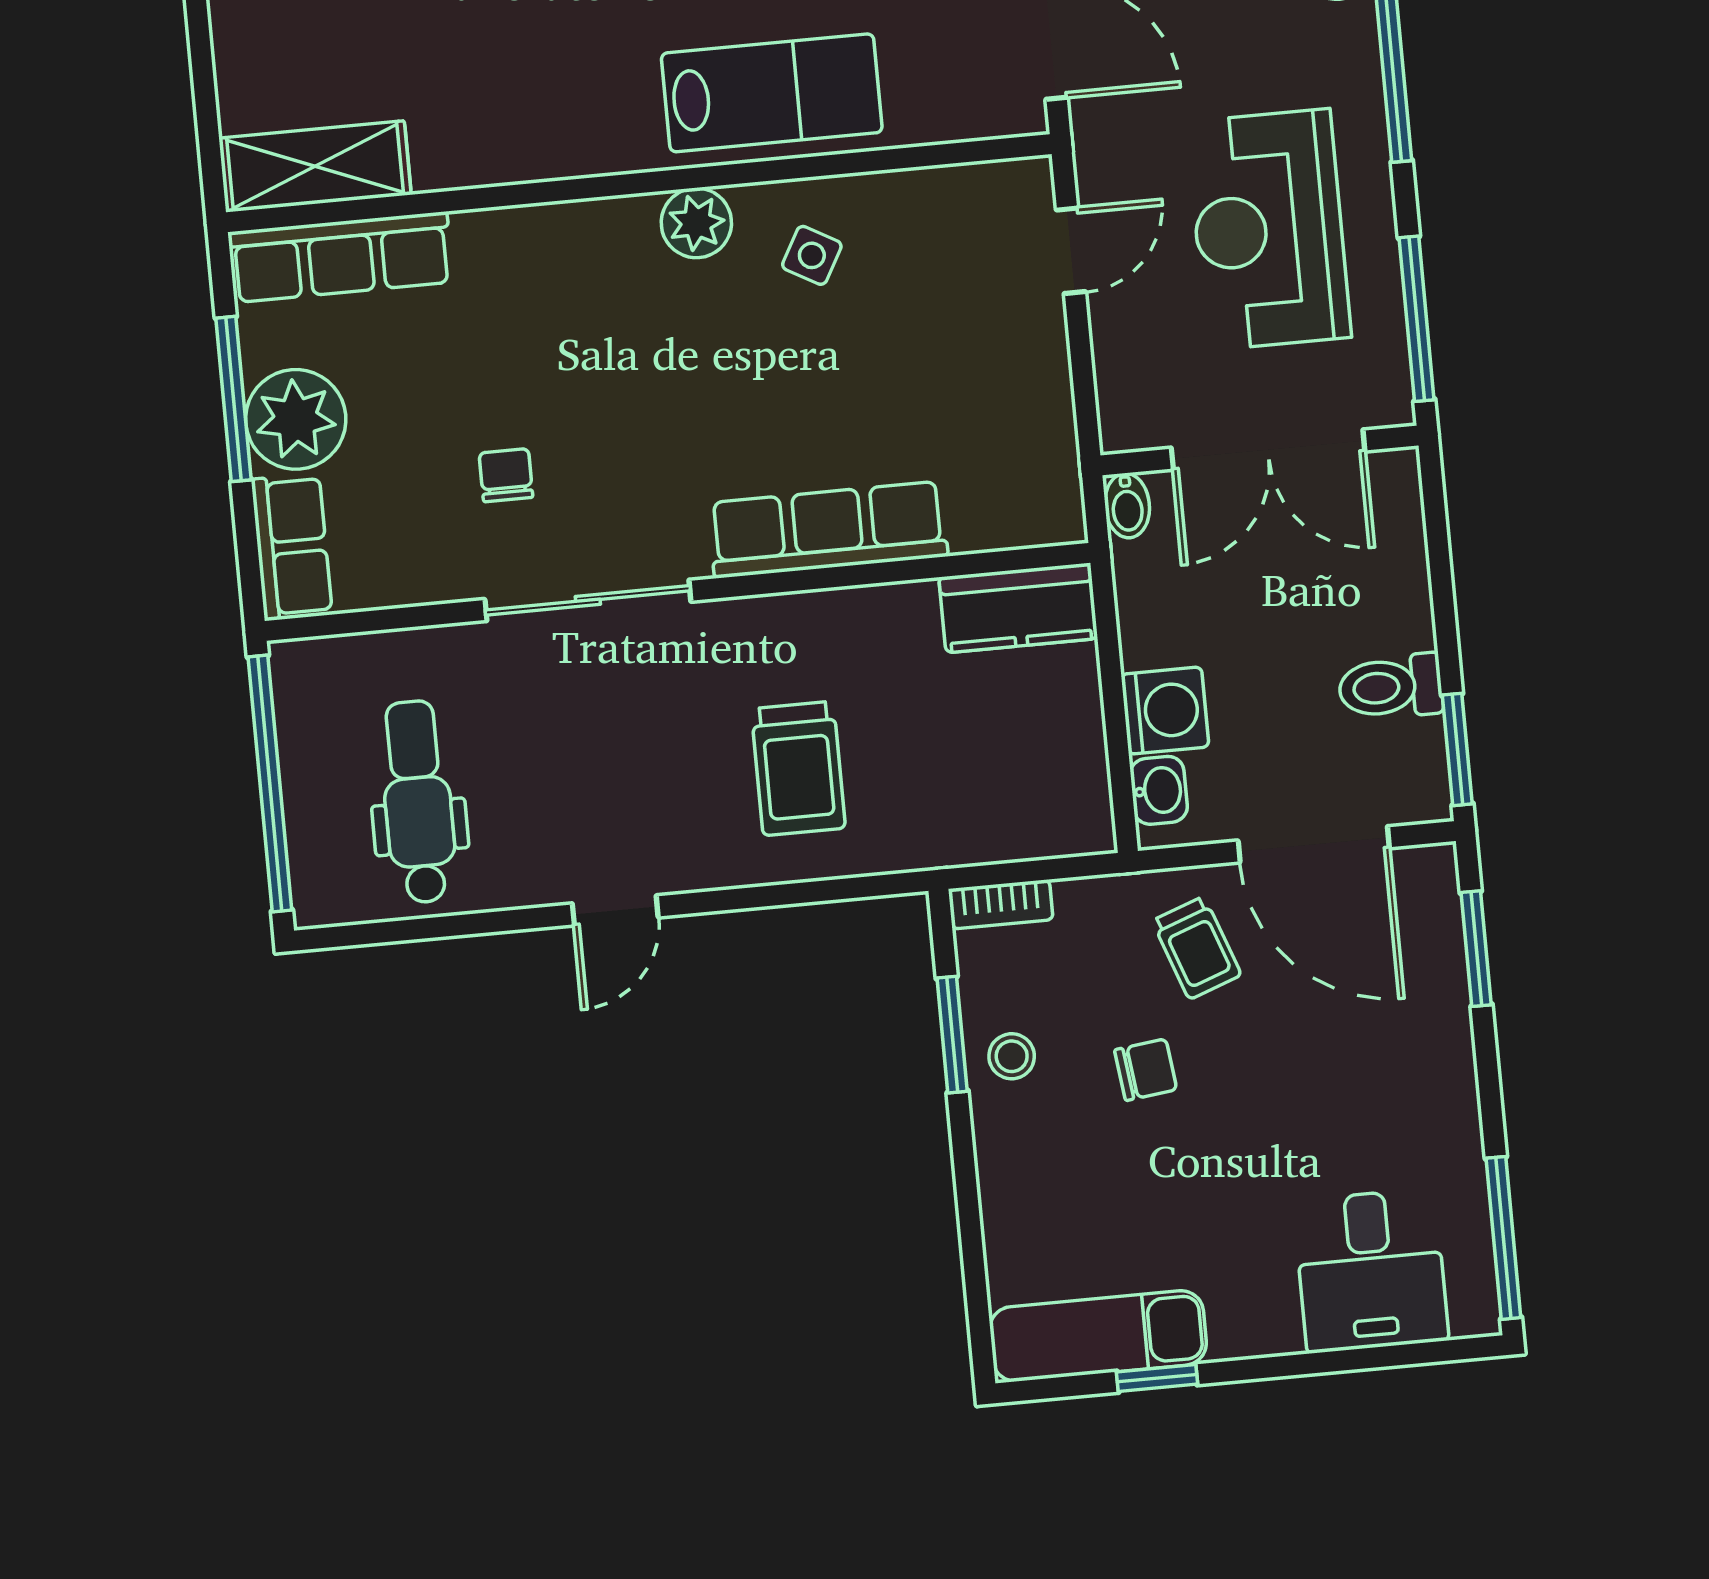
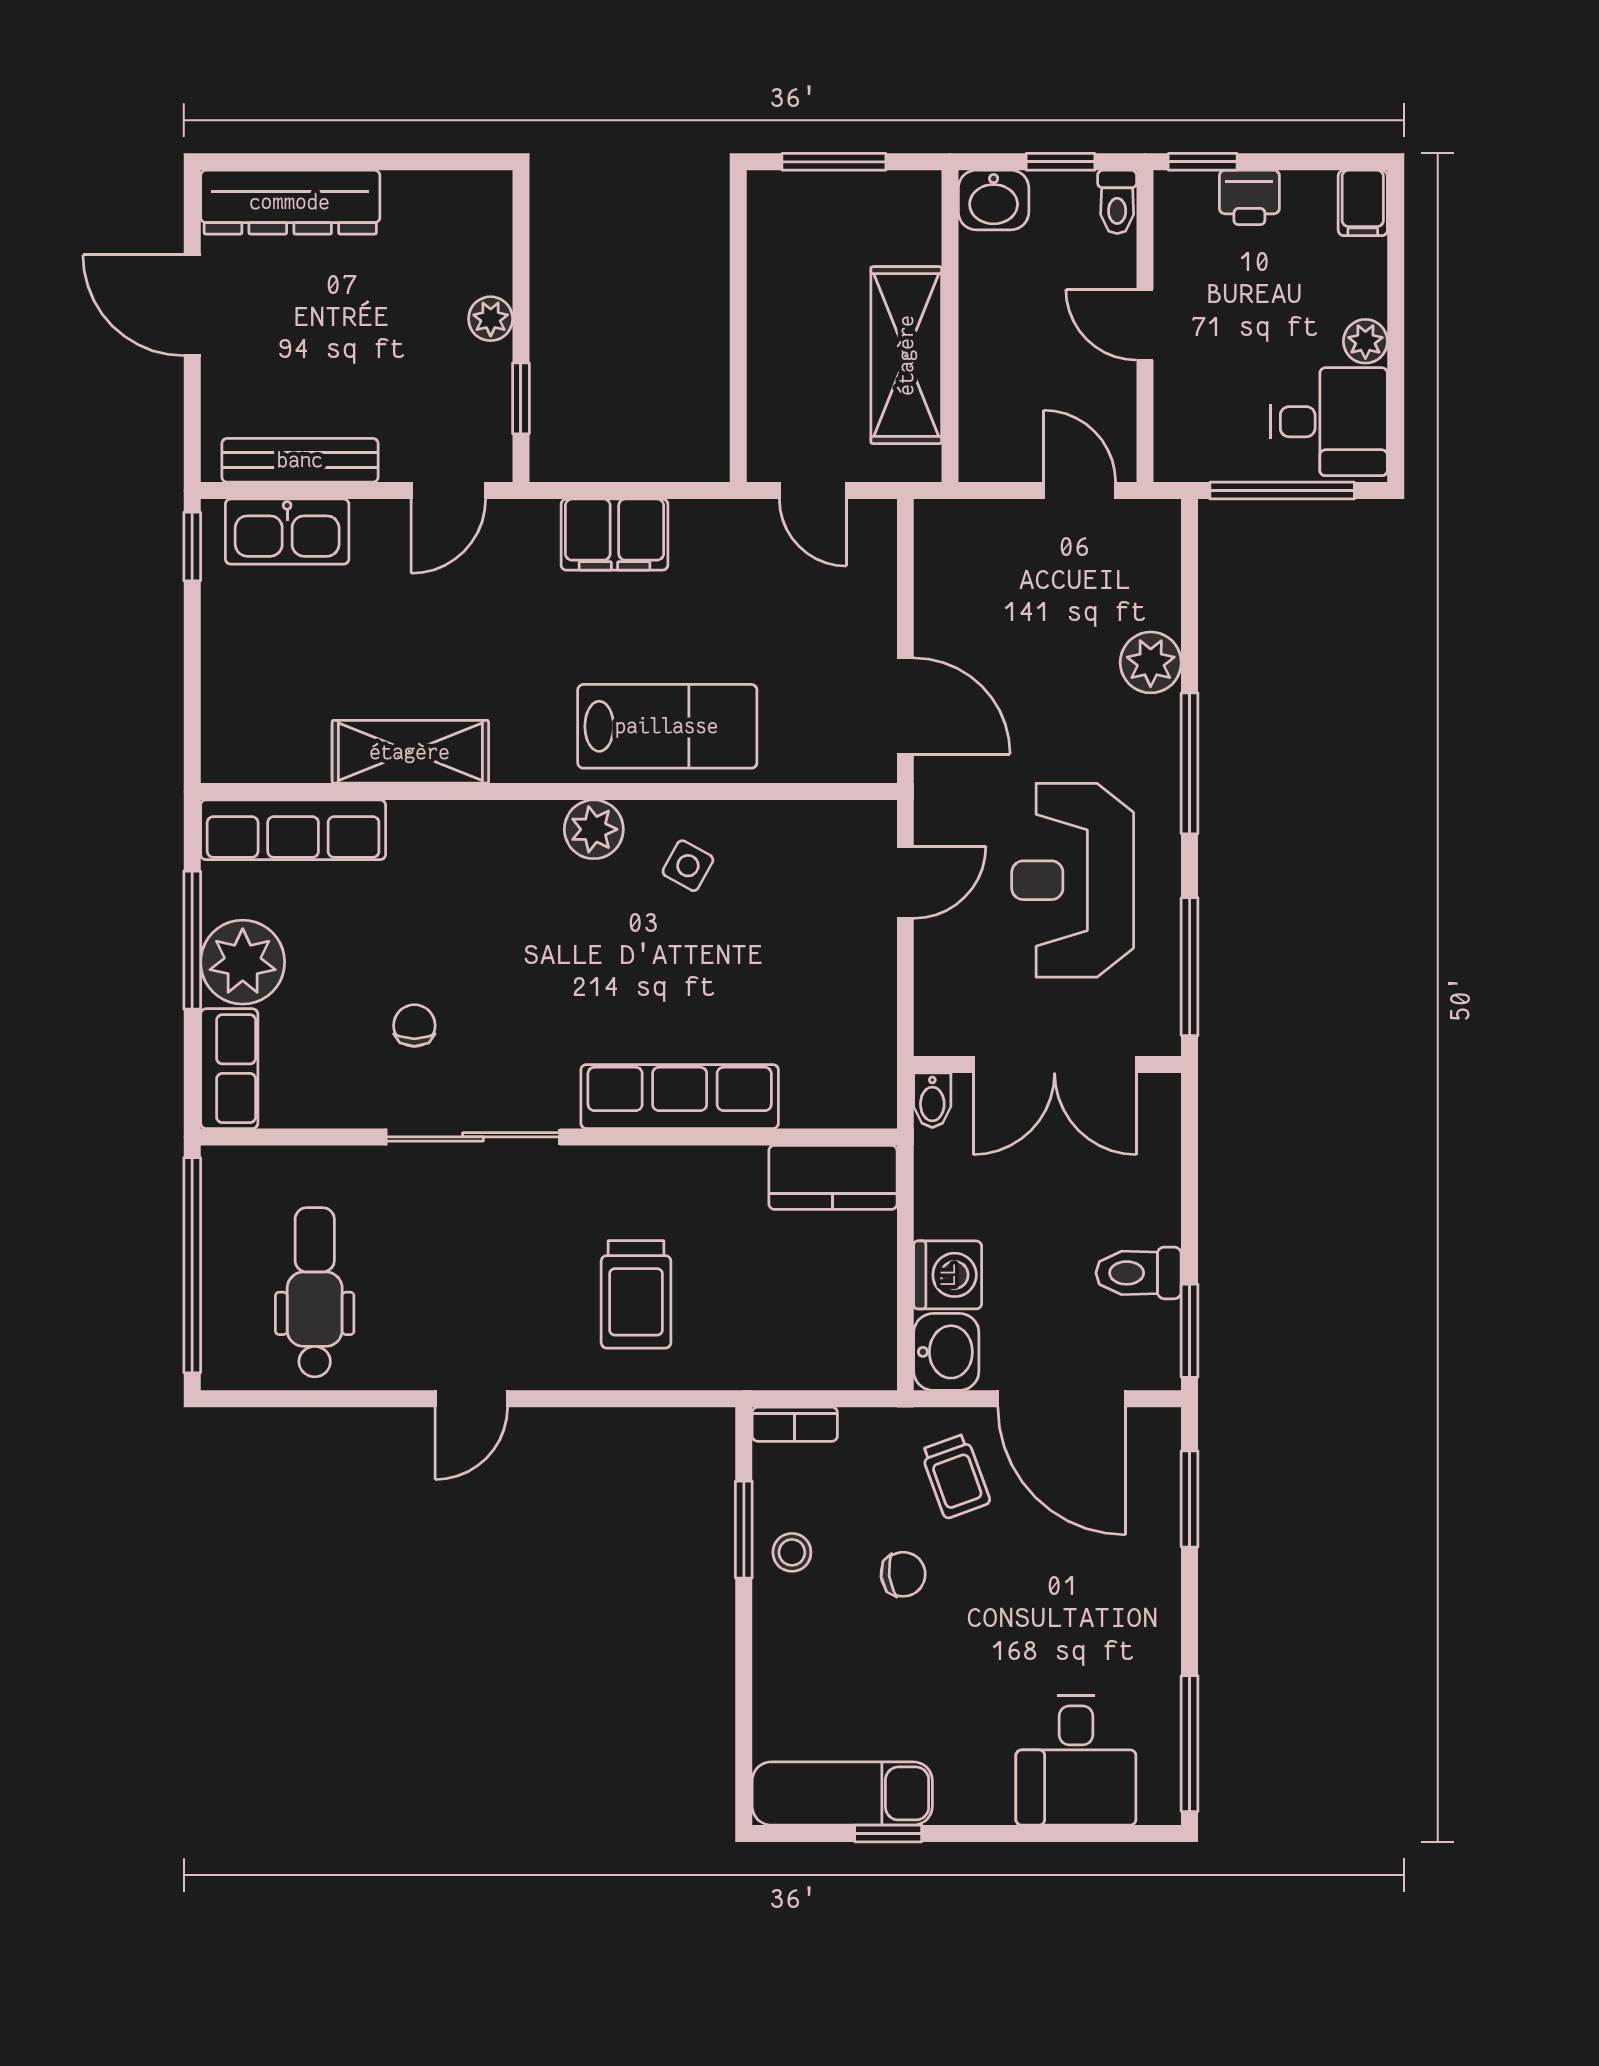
shelving: (315, 166) -> (410, 752), moved
washbasin: (1159, 790) -> (946, 1352), width x1.38, depth x1.45

